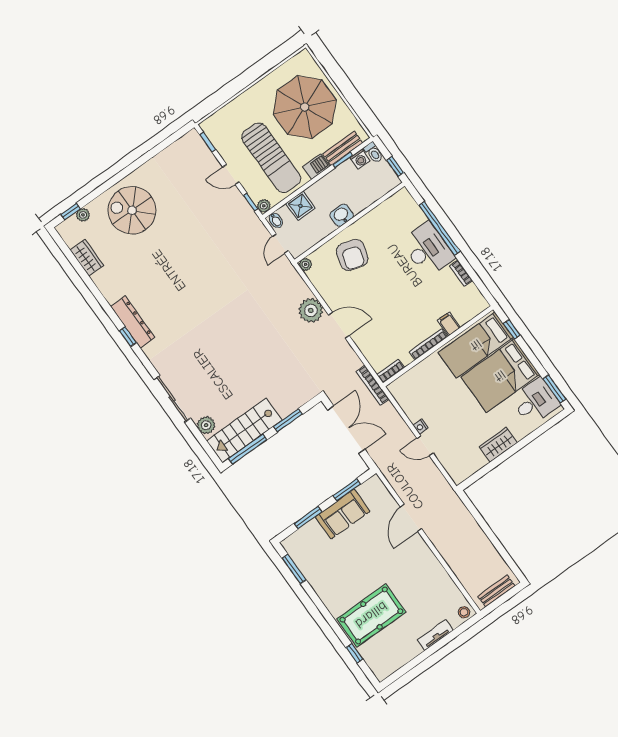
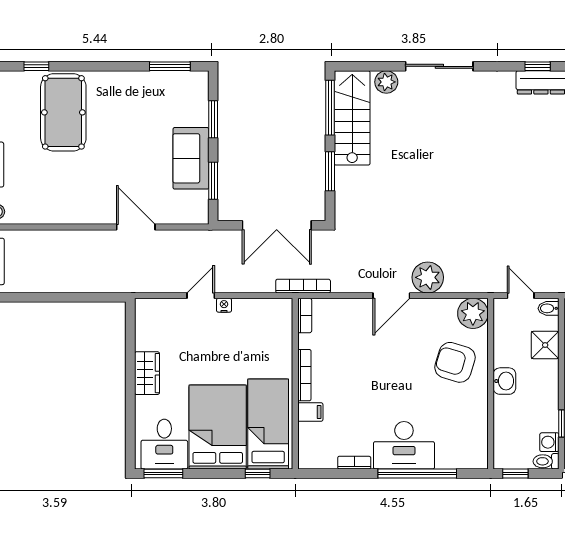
plant: (305, 264) -> (473, 313), width x1.88, depth x1.88

